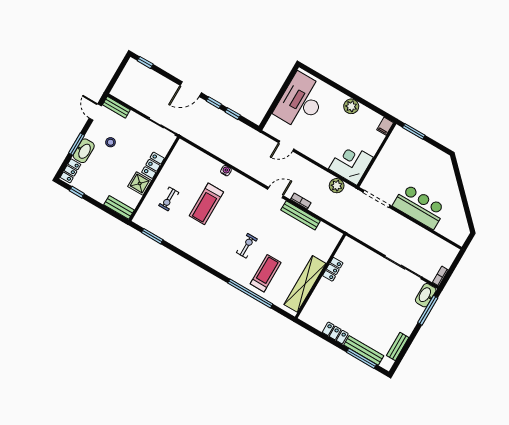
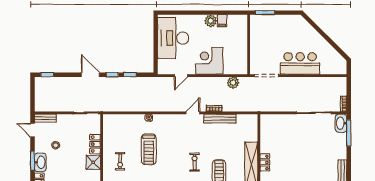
door: (191, 89) -> (90, 75), swing flipped
filing cabinet: (385, 126) -> (222, 21), moved
corner desk: (351, 163) -> (209, 61), moved
locker: (333, 269) -> (265, 162), moved

